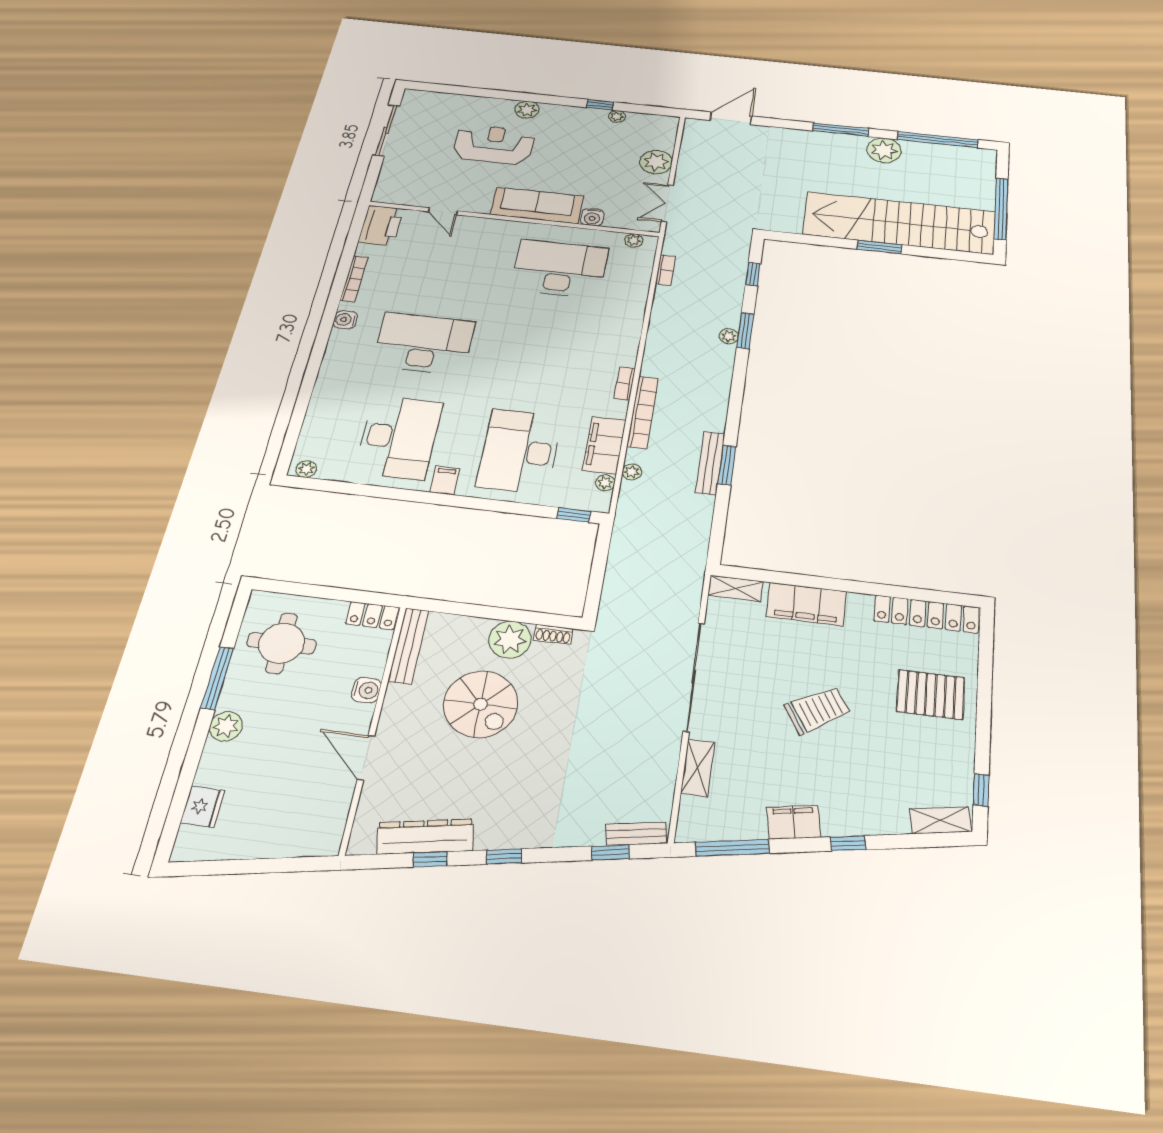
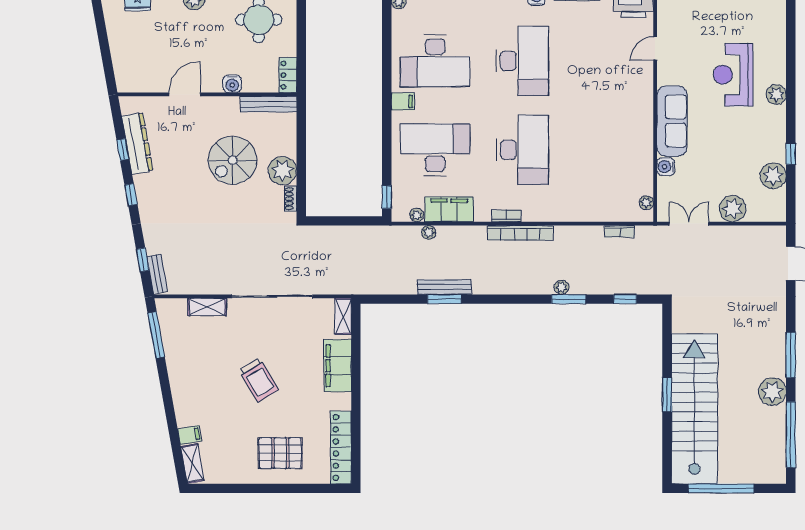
plant: (617, 116) -> (773, 176), width x1.87, depth x1.87
reception desk: (494, 144) -> (733, 75), turned 180
desk: (560, 269) -> (522, 150), moved
bookcase: (643, 412) -> (520, 233), moved
pallet: (931, 695) -> (280, 453), turned 90
window: (981, 790) -> (217, 488), removed
filing cabinet: (794, 822) -> (190, 435), moved, width x0.50
window: (848, 843) -> (169, 407), removed

